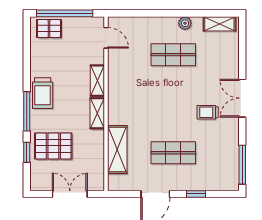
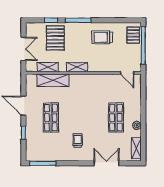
door: (106, 38) -> (127, 73), hinge flipped
shelving: (97, 81) -> (48, 67), moved
trolley: (43, 93) -> (102, 37), moved
double door: (242, 98) -> (107, 163), moved

